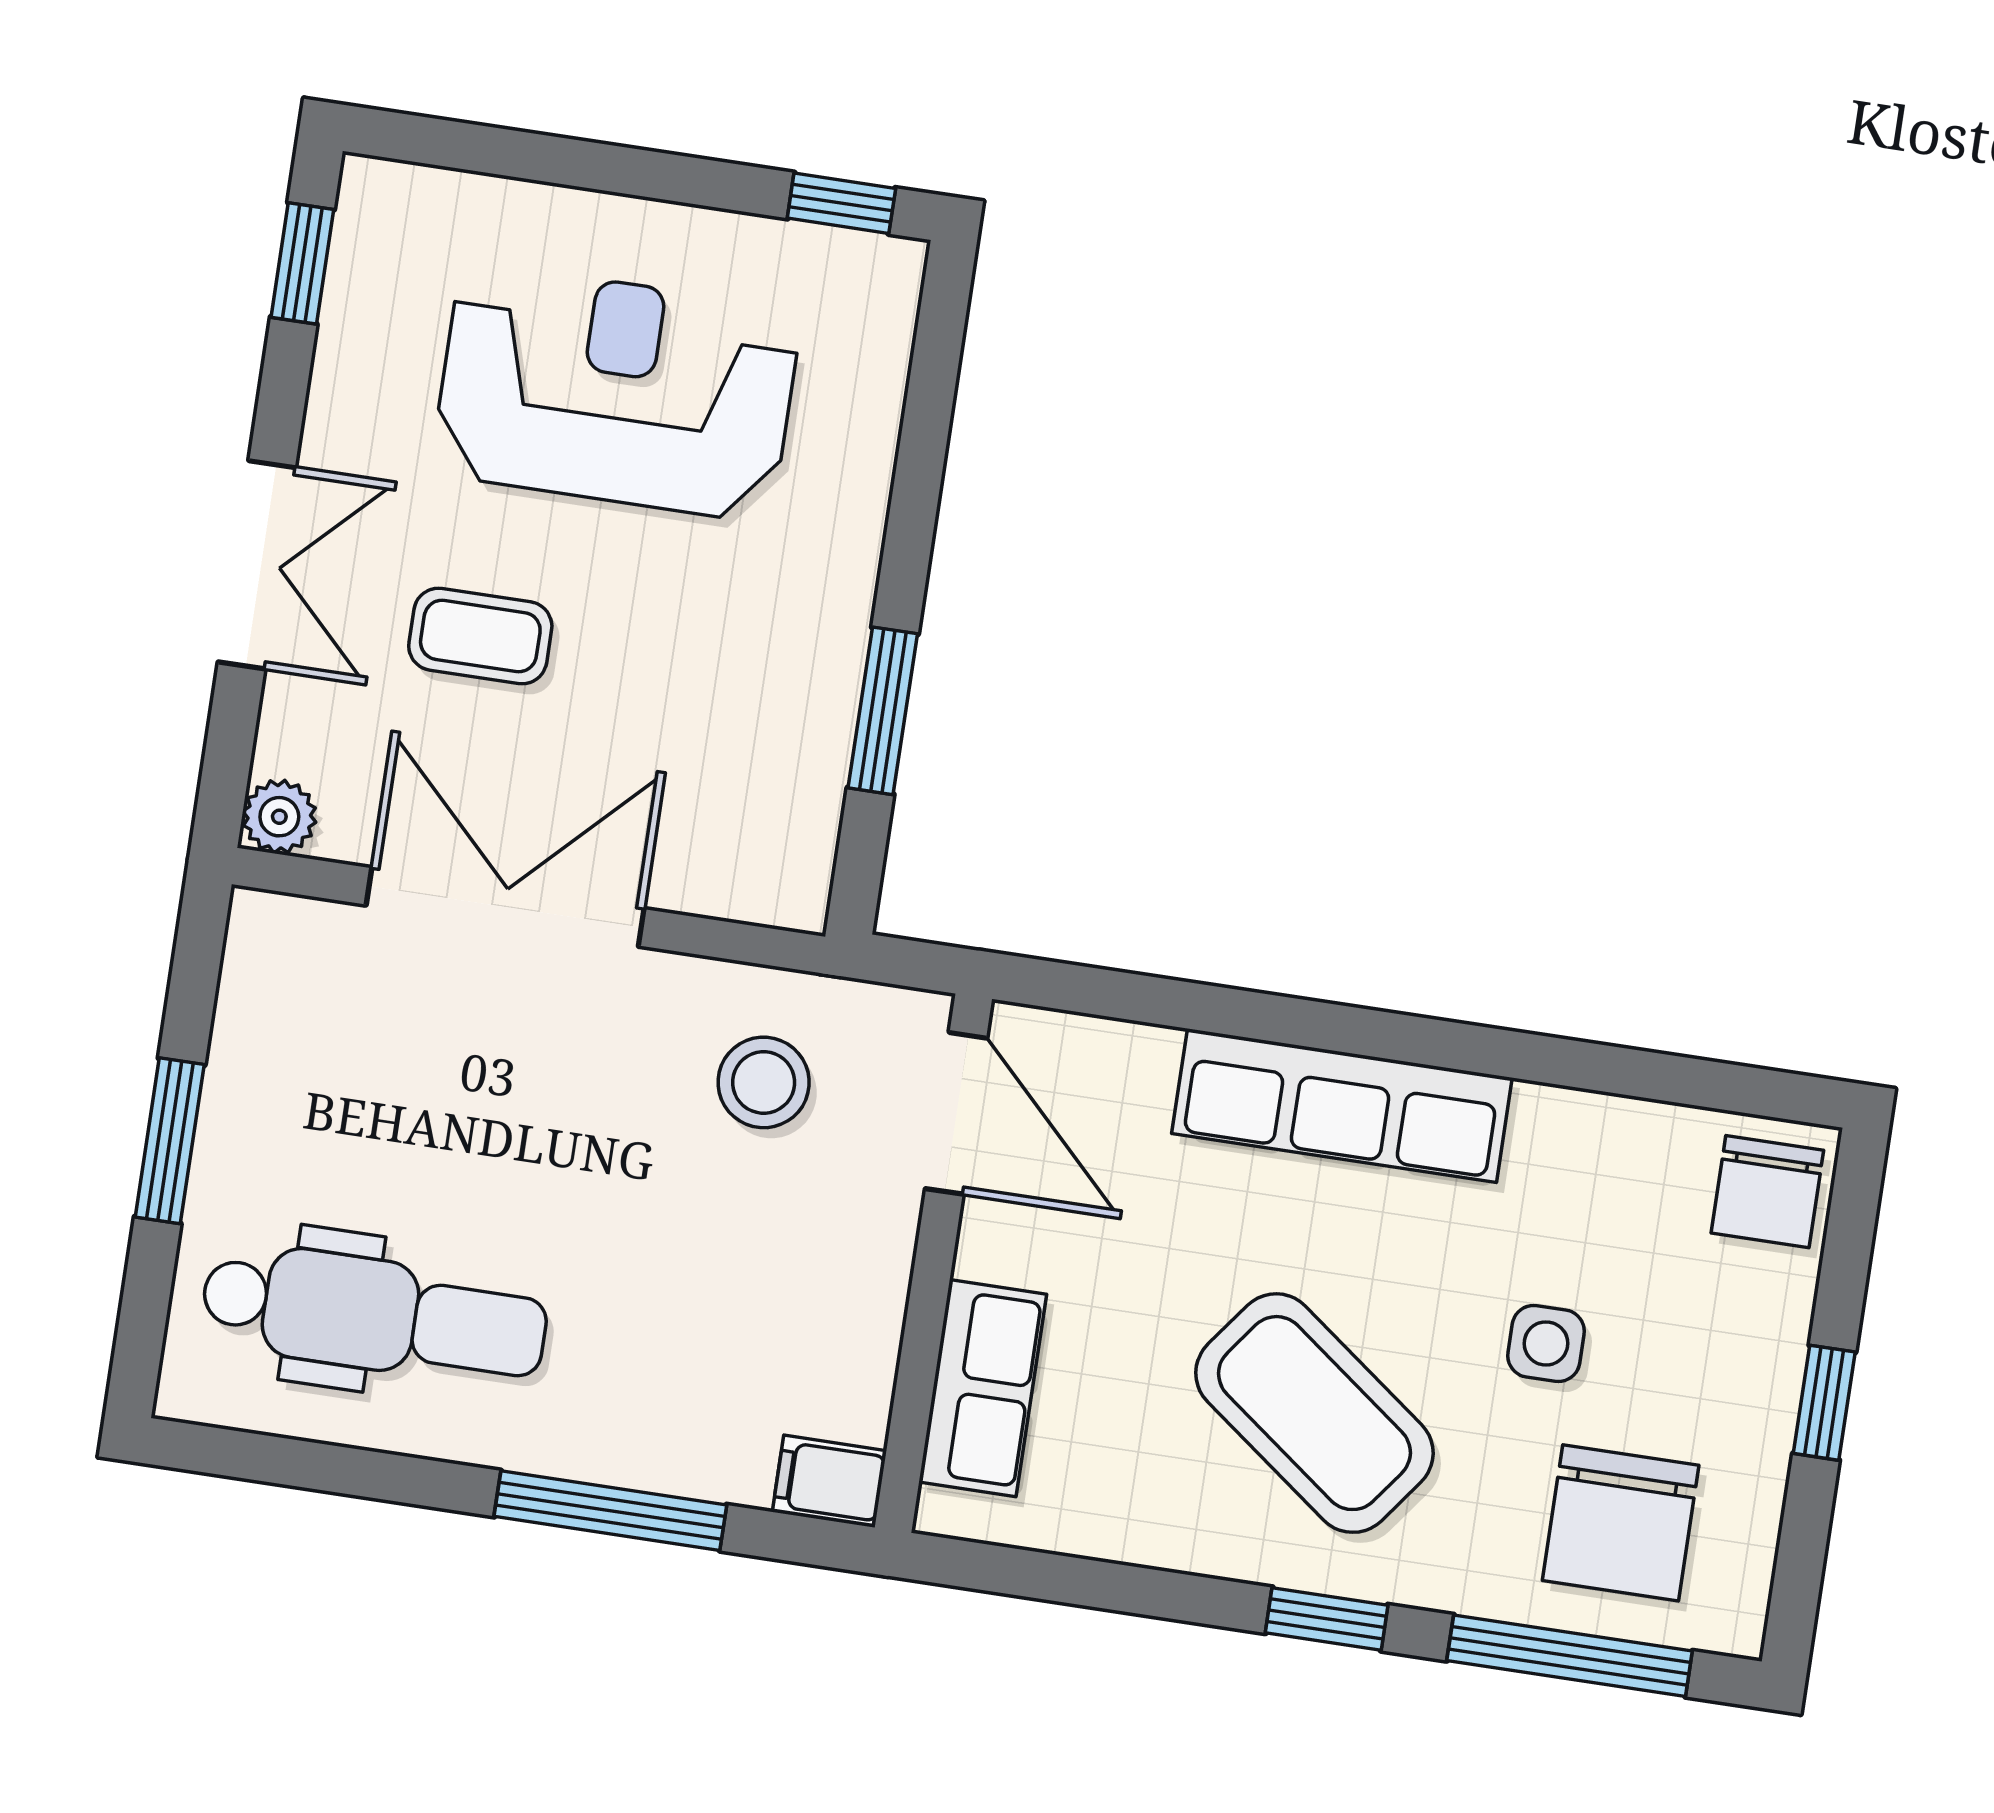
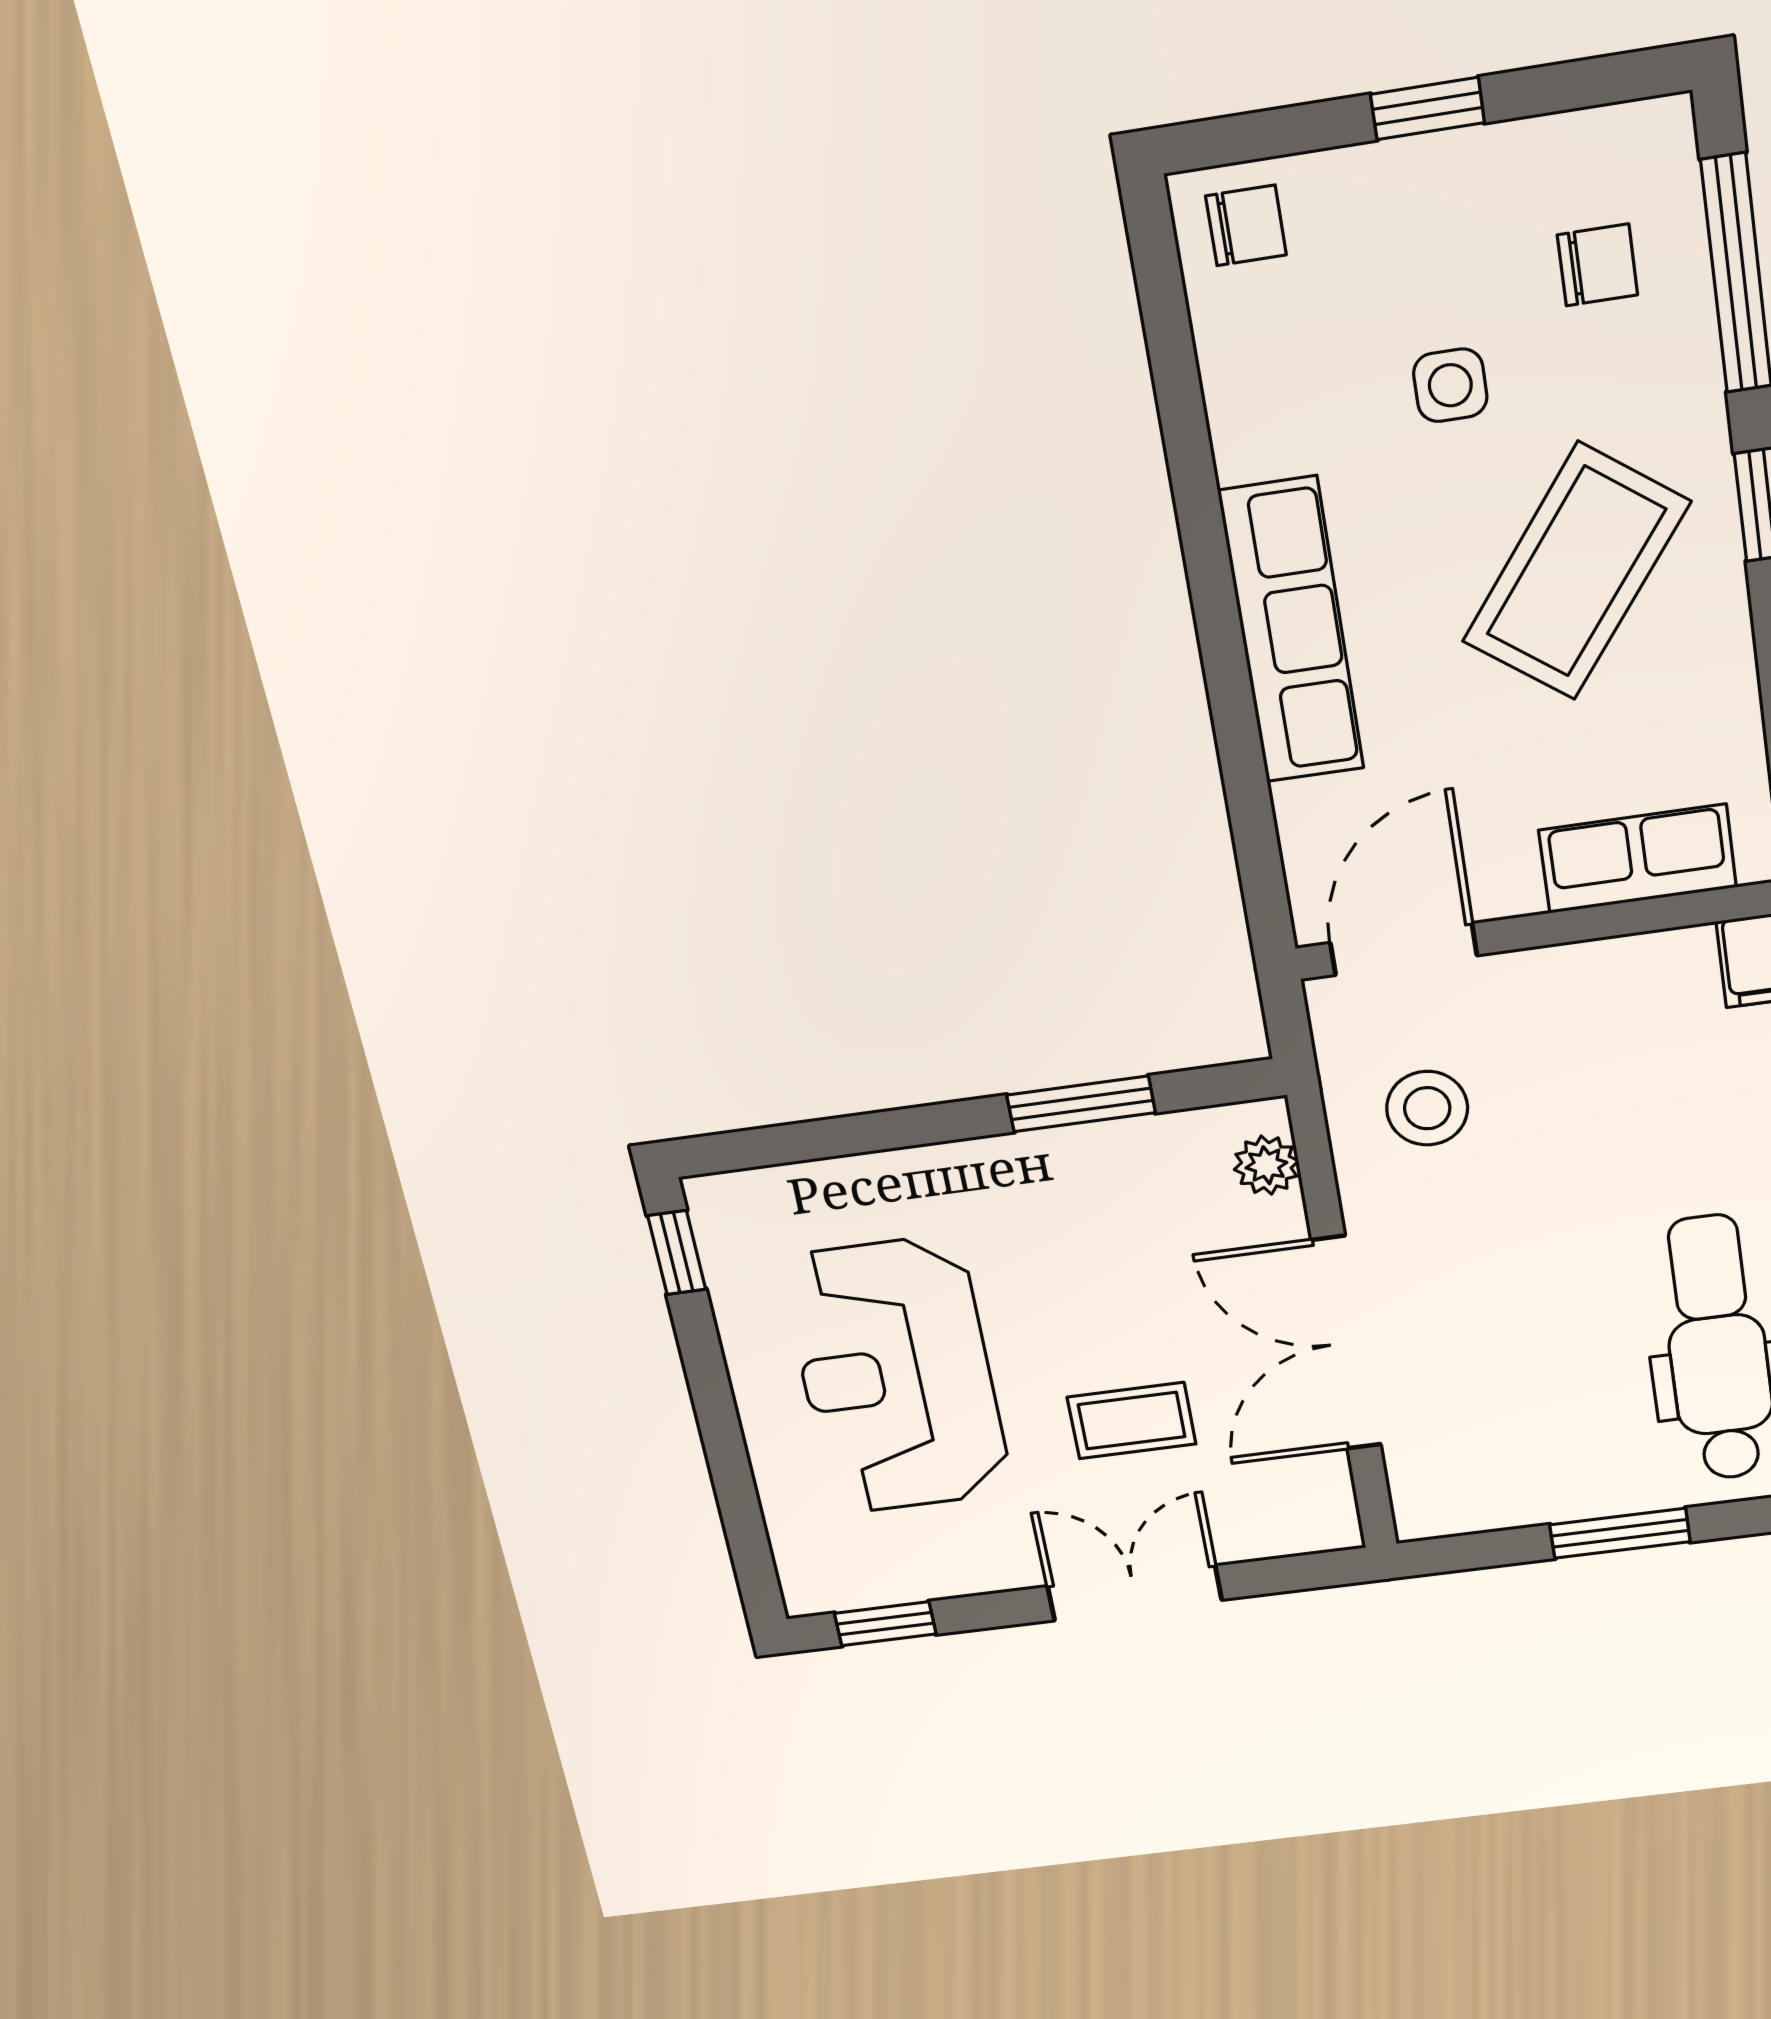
coffee table: (480, 636) -> (1132, 1421), turned 90
plant: (279, 817) -> (1266, 1165), moved
chair: (1767, 1192) -> (1246, 225), width x0.73, depth x0.73
chair: (1621, 1523) -> (1597, 265), width x0.54, depth x0.54

